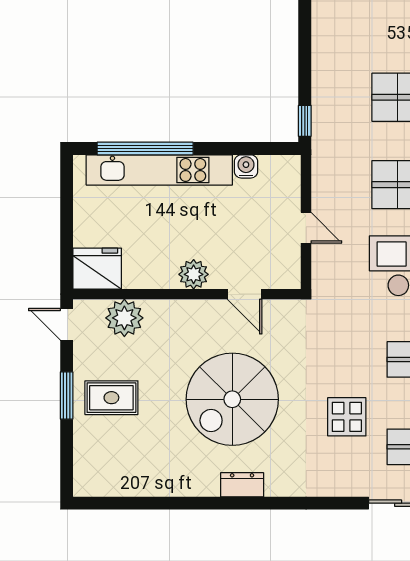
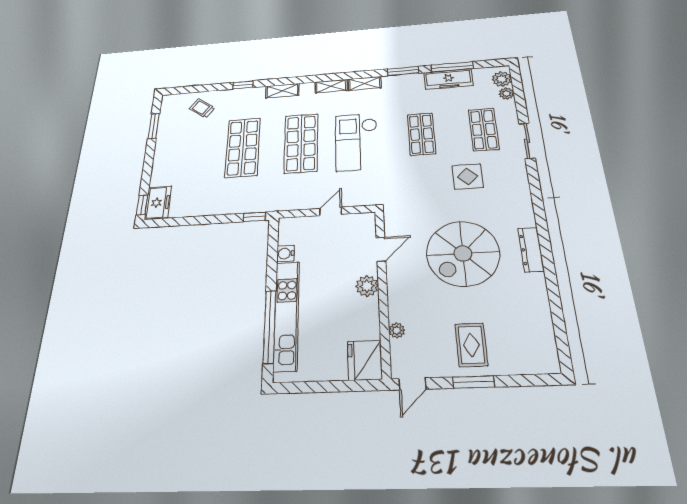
plant: (124, 318) -> (397, 330), width x0.53, depth x0.53
spiral stairs: (232, 399) -> (463, 253), turned 90
dresser: (242, 485) -> (531, 250), width x1.44

